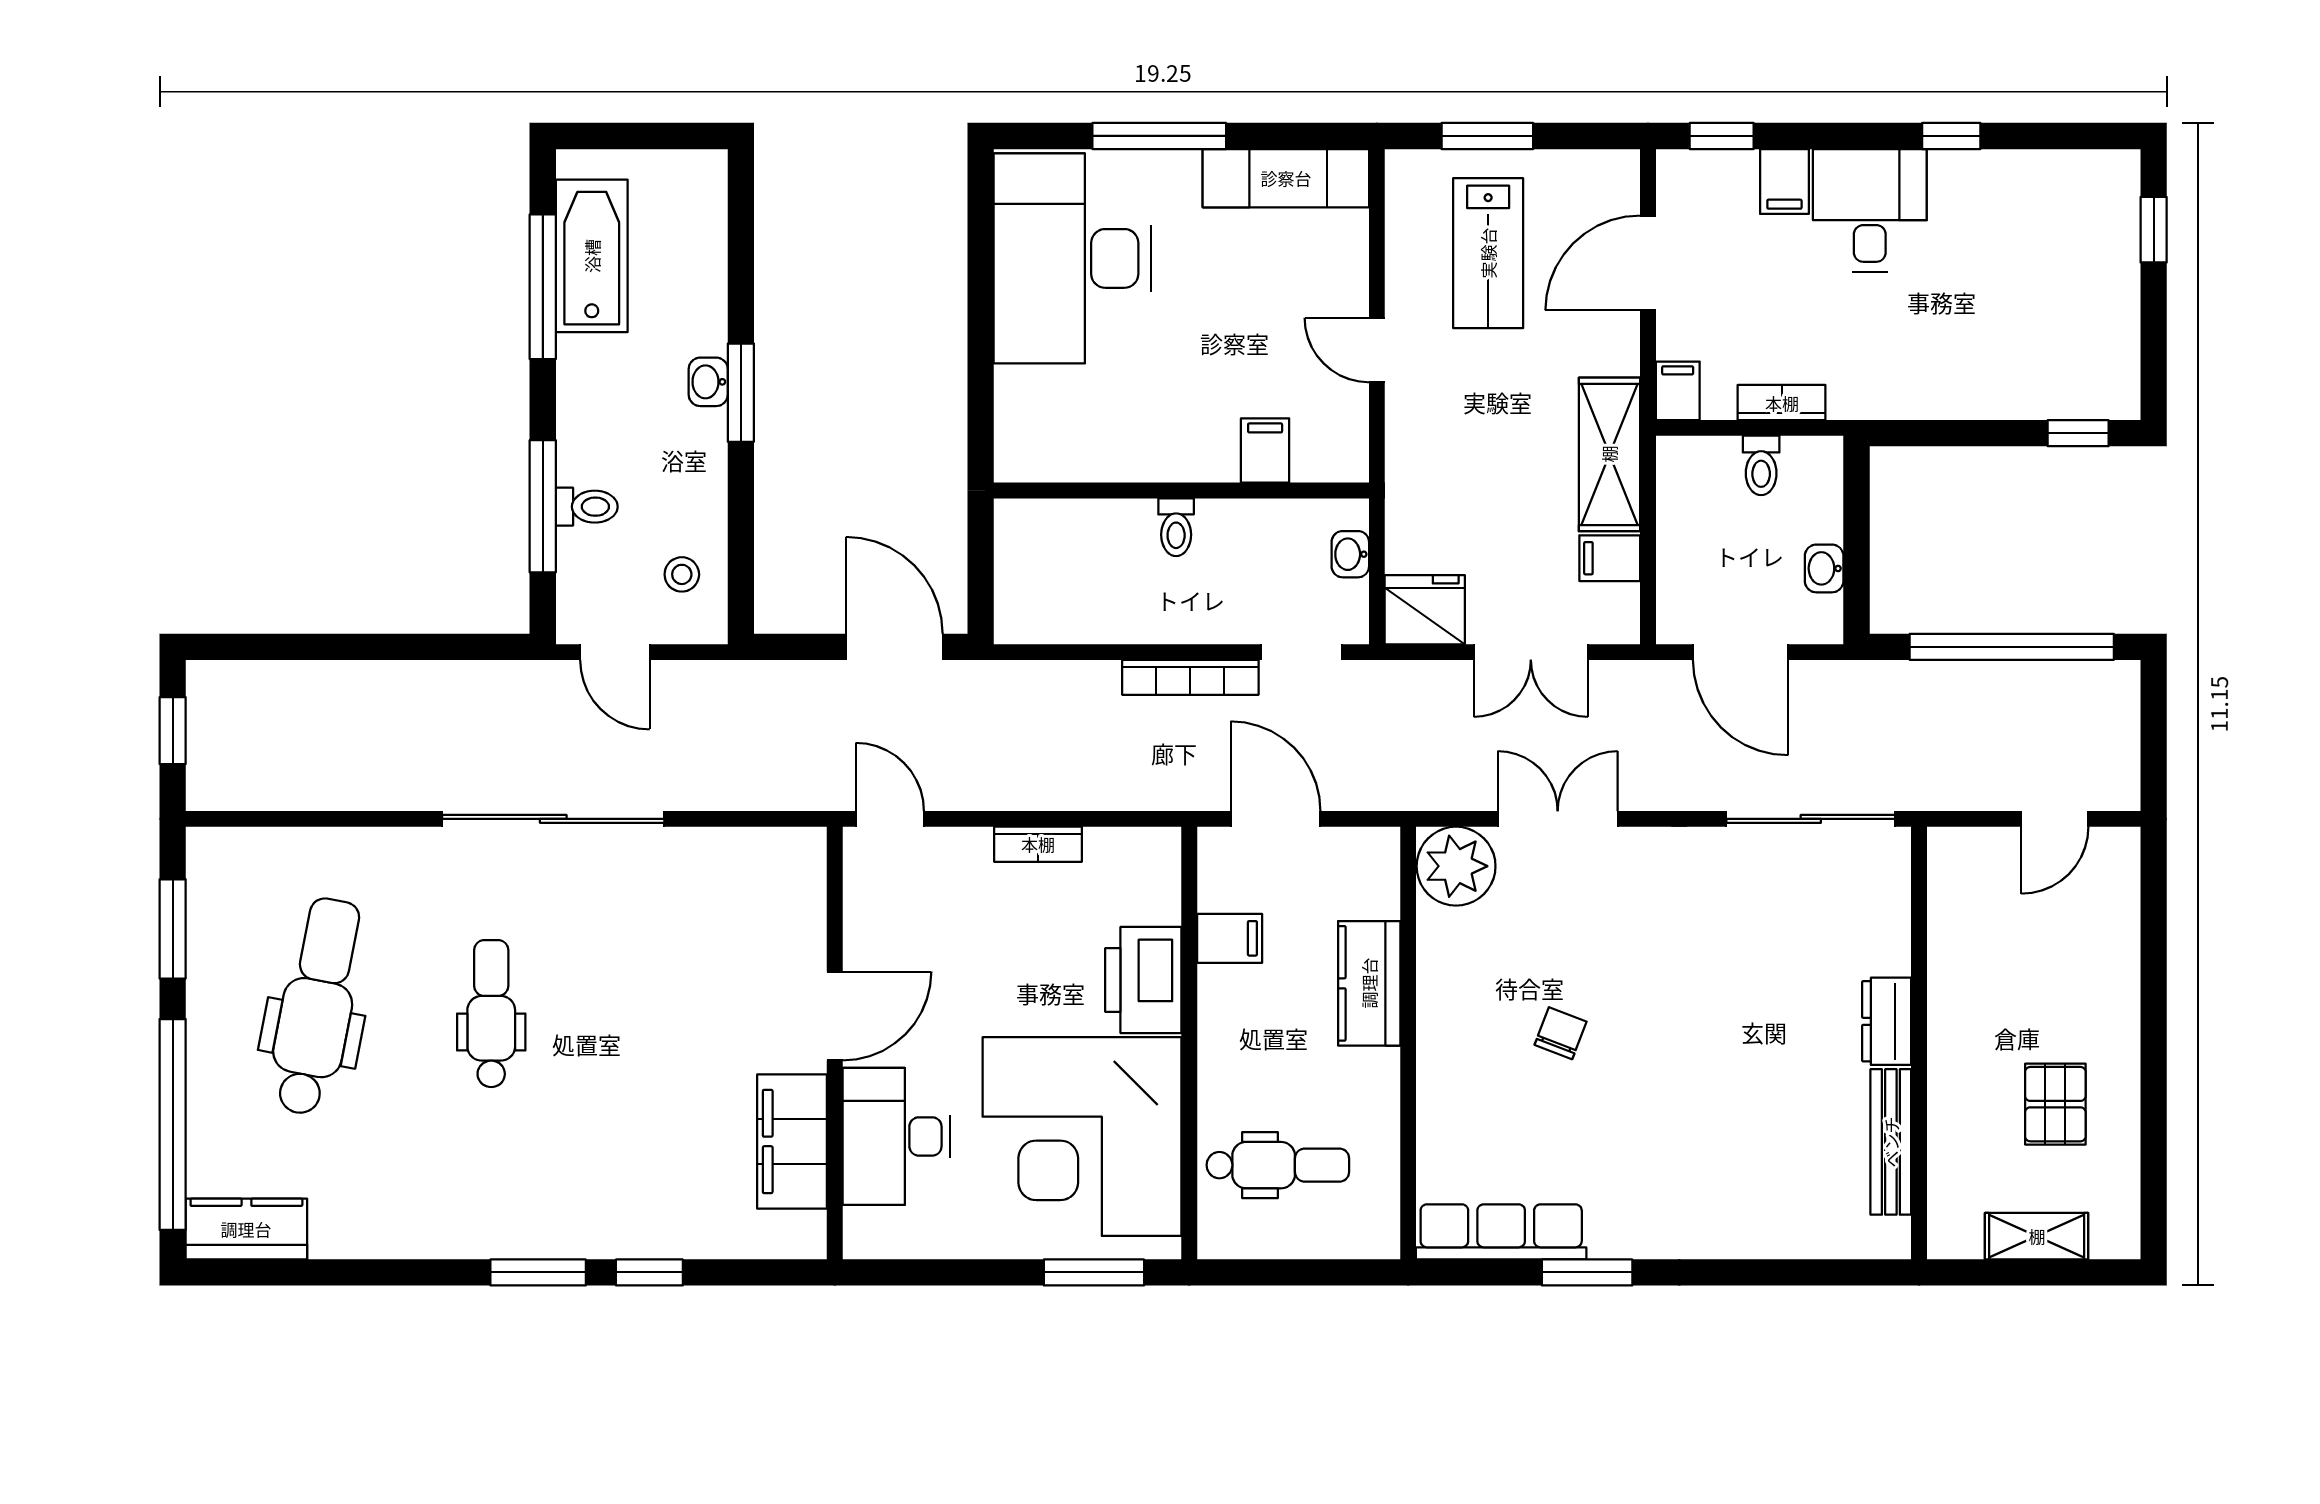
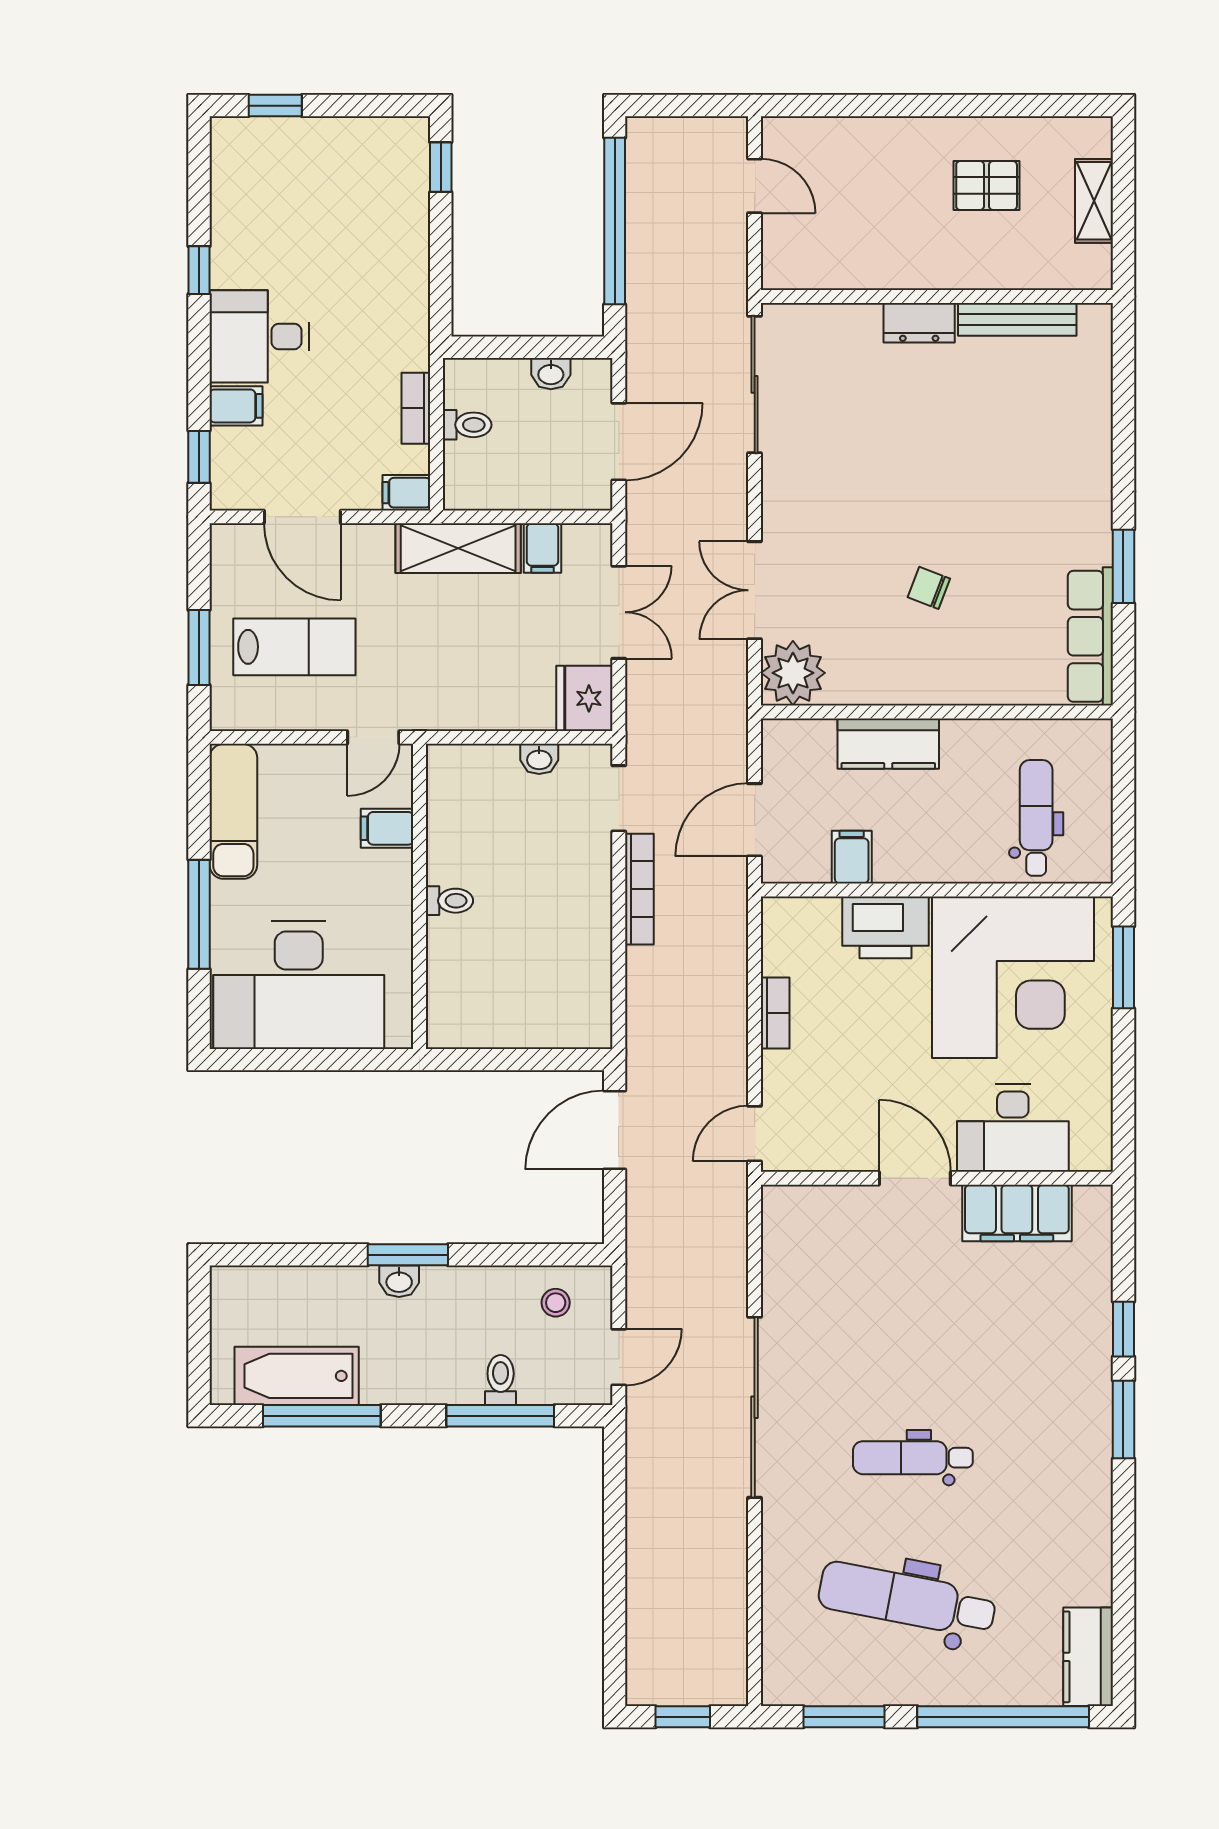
filing cabinet: (1265, 450) -> (387, 828), moved
wall: (1181, 490) -> (420, 896), moved
toilet: (1176, 527) -> (449, 901), moved

